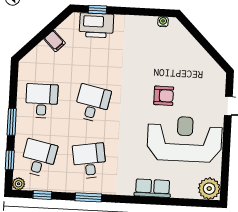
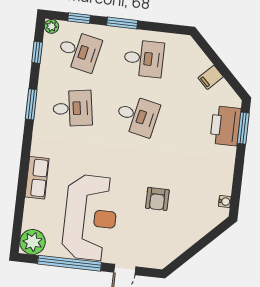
window: (97, 10) -> (243, 128), width x1.50
armchair: (164, 96) -> (157, 199), moved
window: (226, 155) -> (70, 263), added

